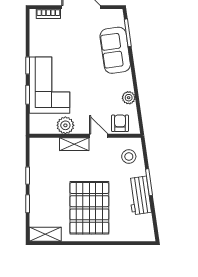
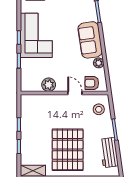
sofa: (115, 50) -> (90, 40), moved
corner sofa: (50, 85) -> (36, 35), moved
armchair: (120, 123) -> (92, 83), turned -90
shelving: (74, 144) -> (56, 100), removed
workbench: (139, 195) -> (109, 153), moved

